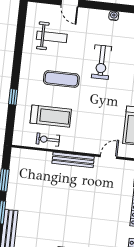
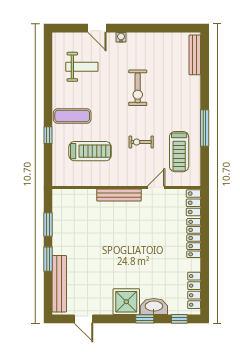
water cooler: (114, 16) -> (121, 37), moved
exercise mat: (61, 79) -> (72, 116), moved
exercise bike: (48, 140) -> (141, 142), moved

